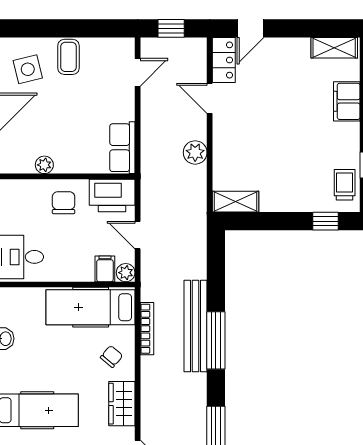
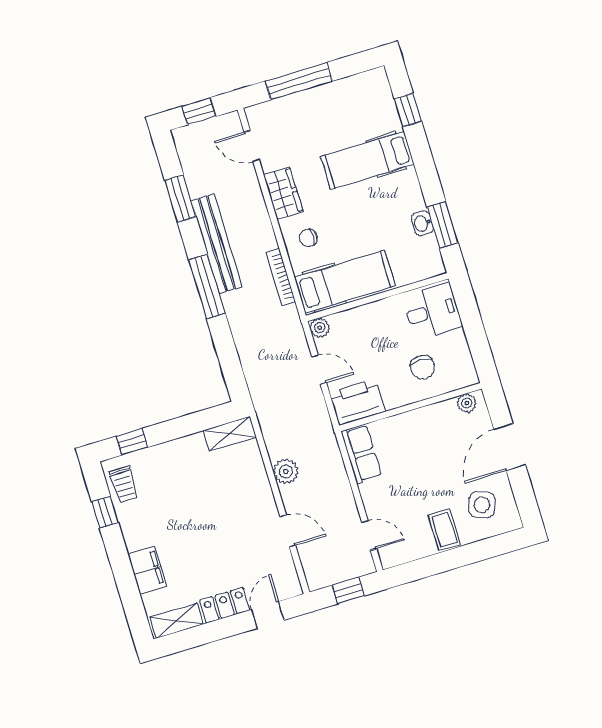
locker: (224, 60) -> (225, 605), moved, turned 90
side table: (28, 69) -> (482, 505), turned 34
door: (138, 72) -> (369, 535), swing flipped
plant: (44, 165) -> (467, 403), moved
chair: (64, 203) -> (423, 367), moved
filing cabinet: (105, 269) -> (342, 325), removed
bench: (195, 326) -> (217, 244), moved
chair: (112, 357) -> (308, 238), turned 50

